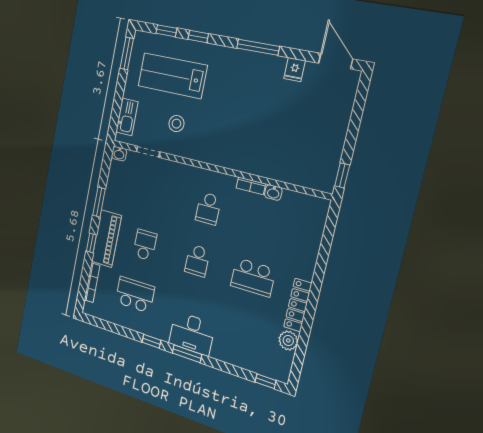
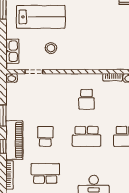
lab bench: (172, 76) -> (41, 17), turned 180
school desk: (197, 261) -> (87, 136), width x1.85

